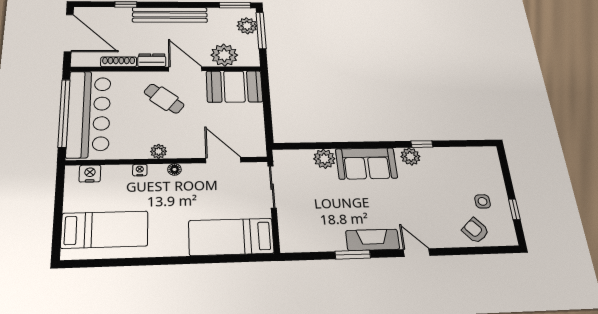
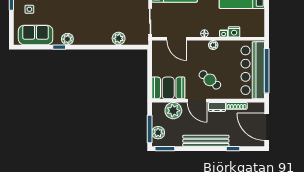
sofa: (366, 163) -> (36, 35), moved
nightstand: (90, 174) -> (234, 32), moved

